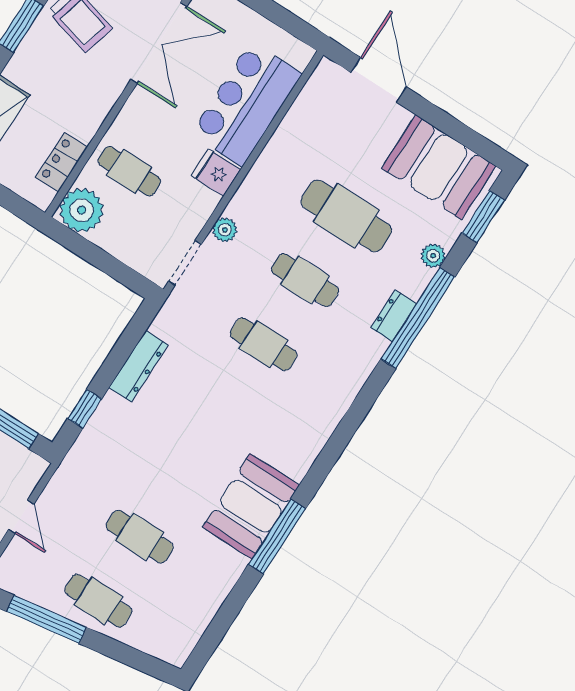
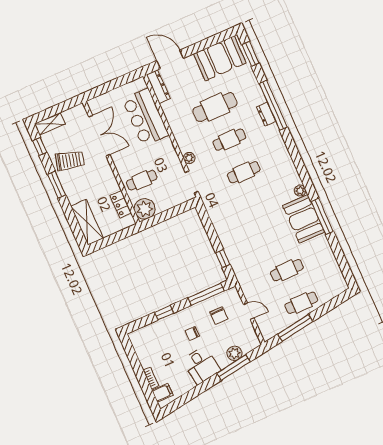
fridge: (216, 173) -> (165, 147), removed
plant: (433, 256) -> (300, 191), moved
dresser: (138, 366) -> (158, 87), moved

